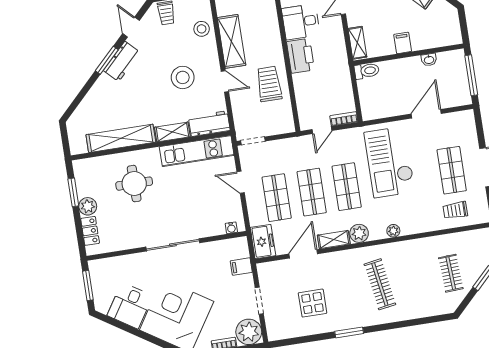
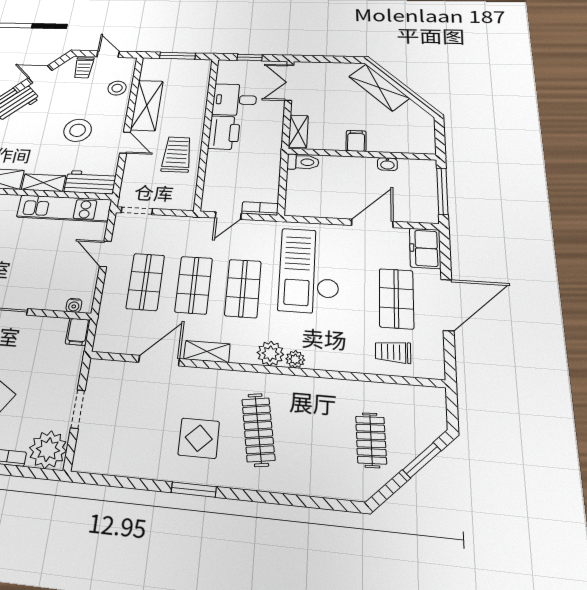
door: (131, 27) -> (40, 74), hinge flipped
plant: (359, 233) -> (270, 354), moved
freezer: (263, 242) -> (425, 248), moved, turned 180
filing cabinet: (241, 267) -> (78, 332), moved, turned -90
display table: (313, 303) -> (199, 438), moved

